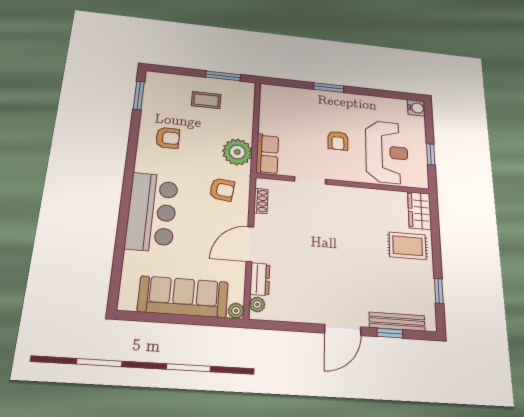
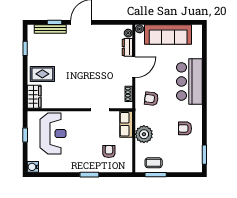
coffee table: (206, 100) -> (154, 163), moved
armchair: (338, 141) -> (109, 151), moved
plant: (237, 152) -> (144, 134), moved
reception desk: (387, 152) -> (53, 134), turned 180

